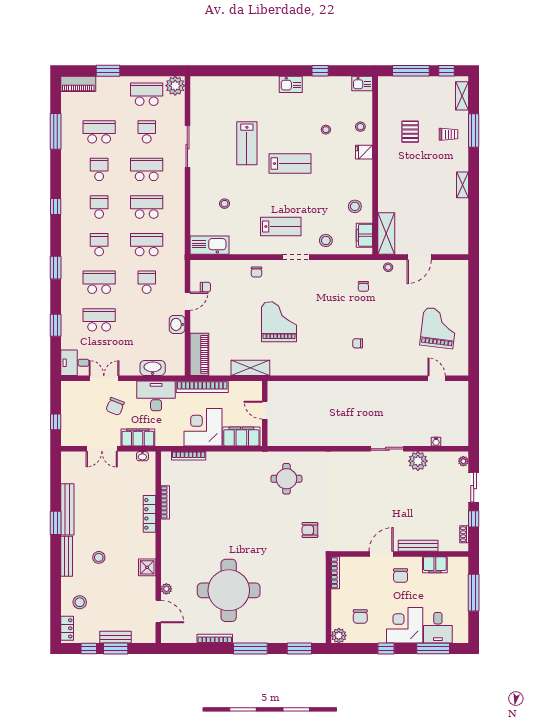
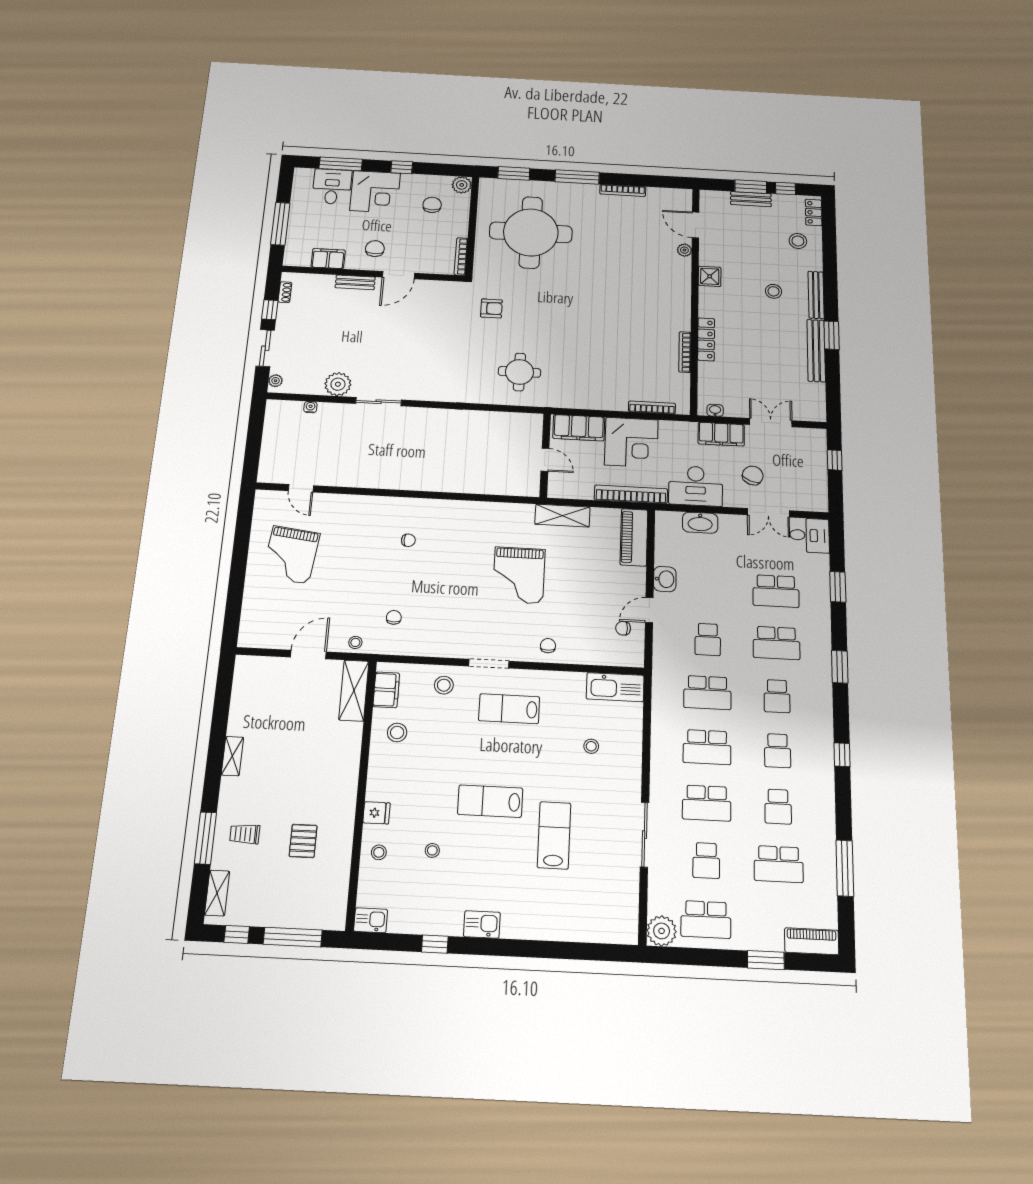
bench: (418, 546) -> (355, 282), width x0.73
round table: (229, 590) -> (531, 232), moved

